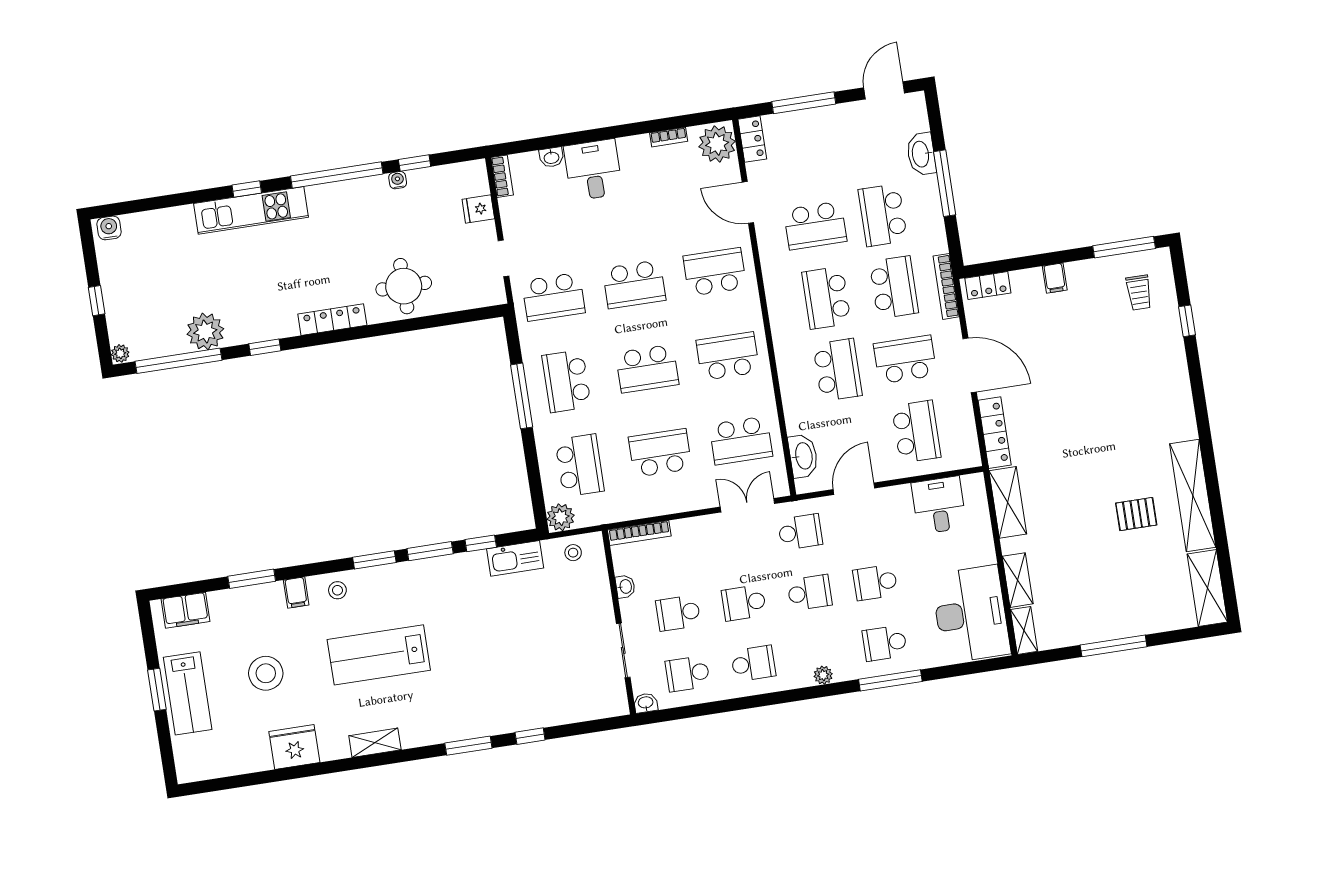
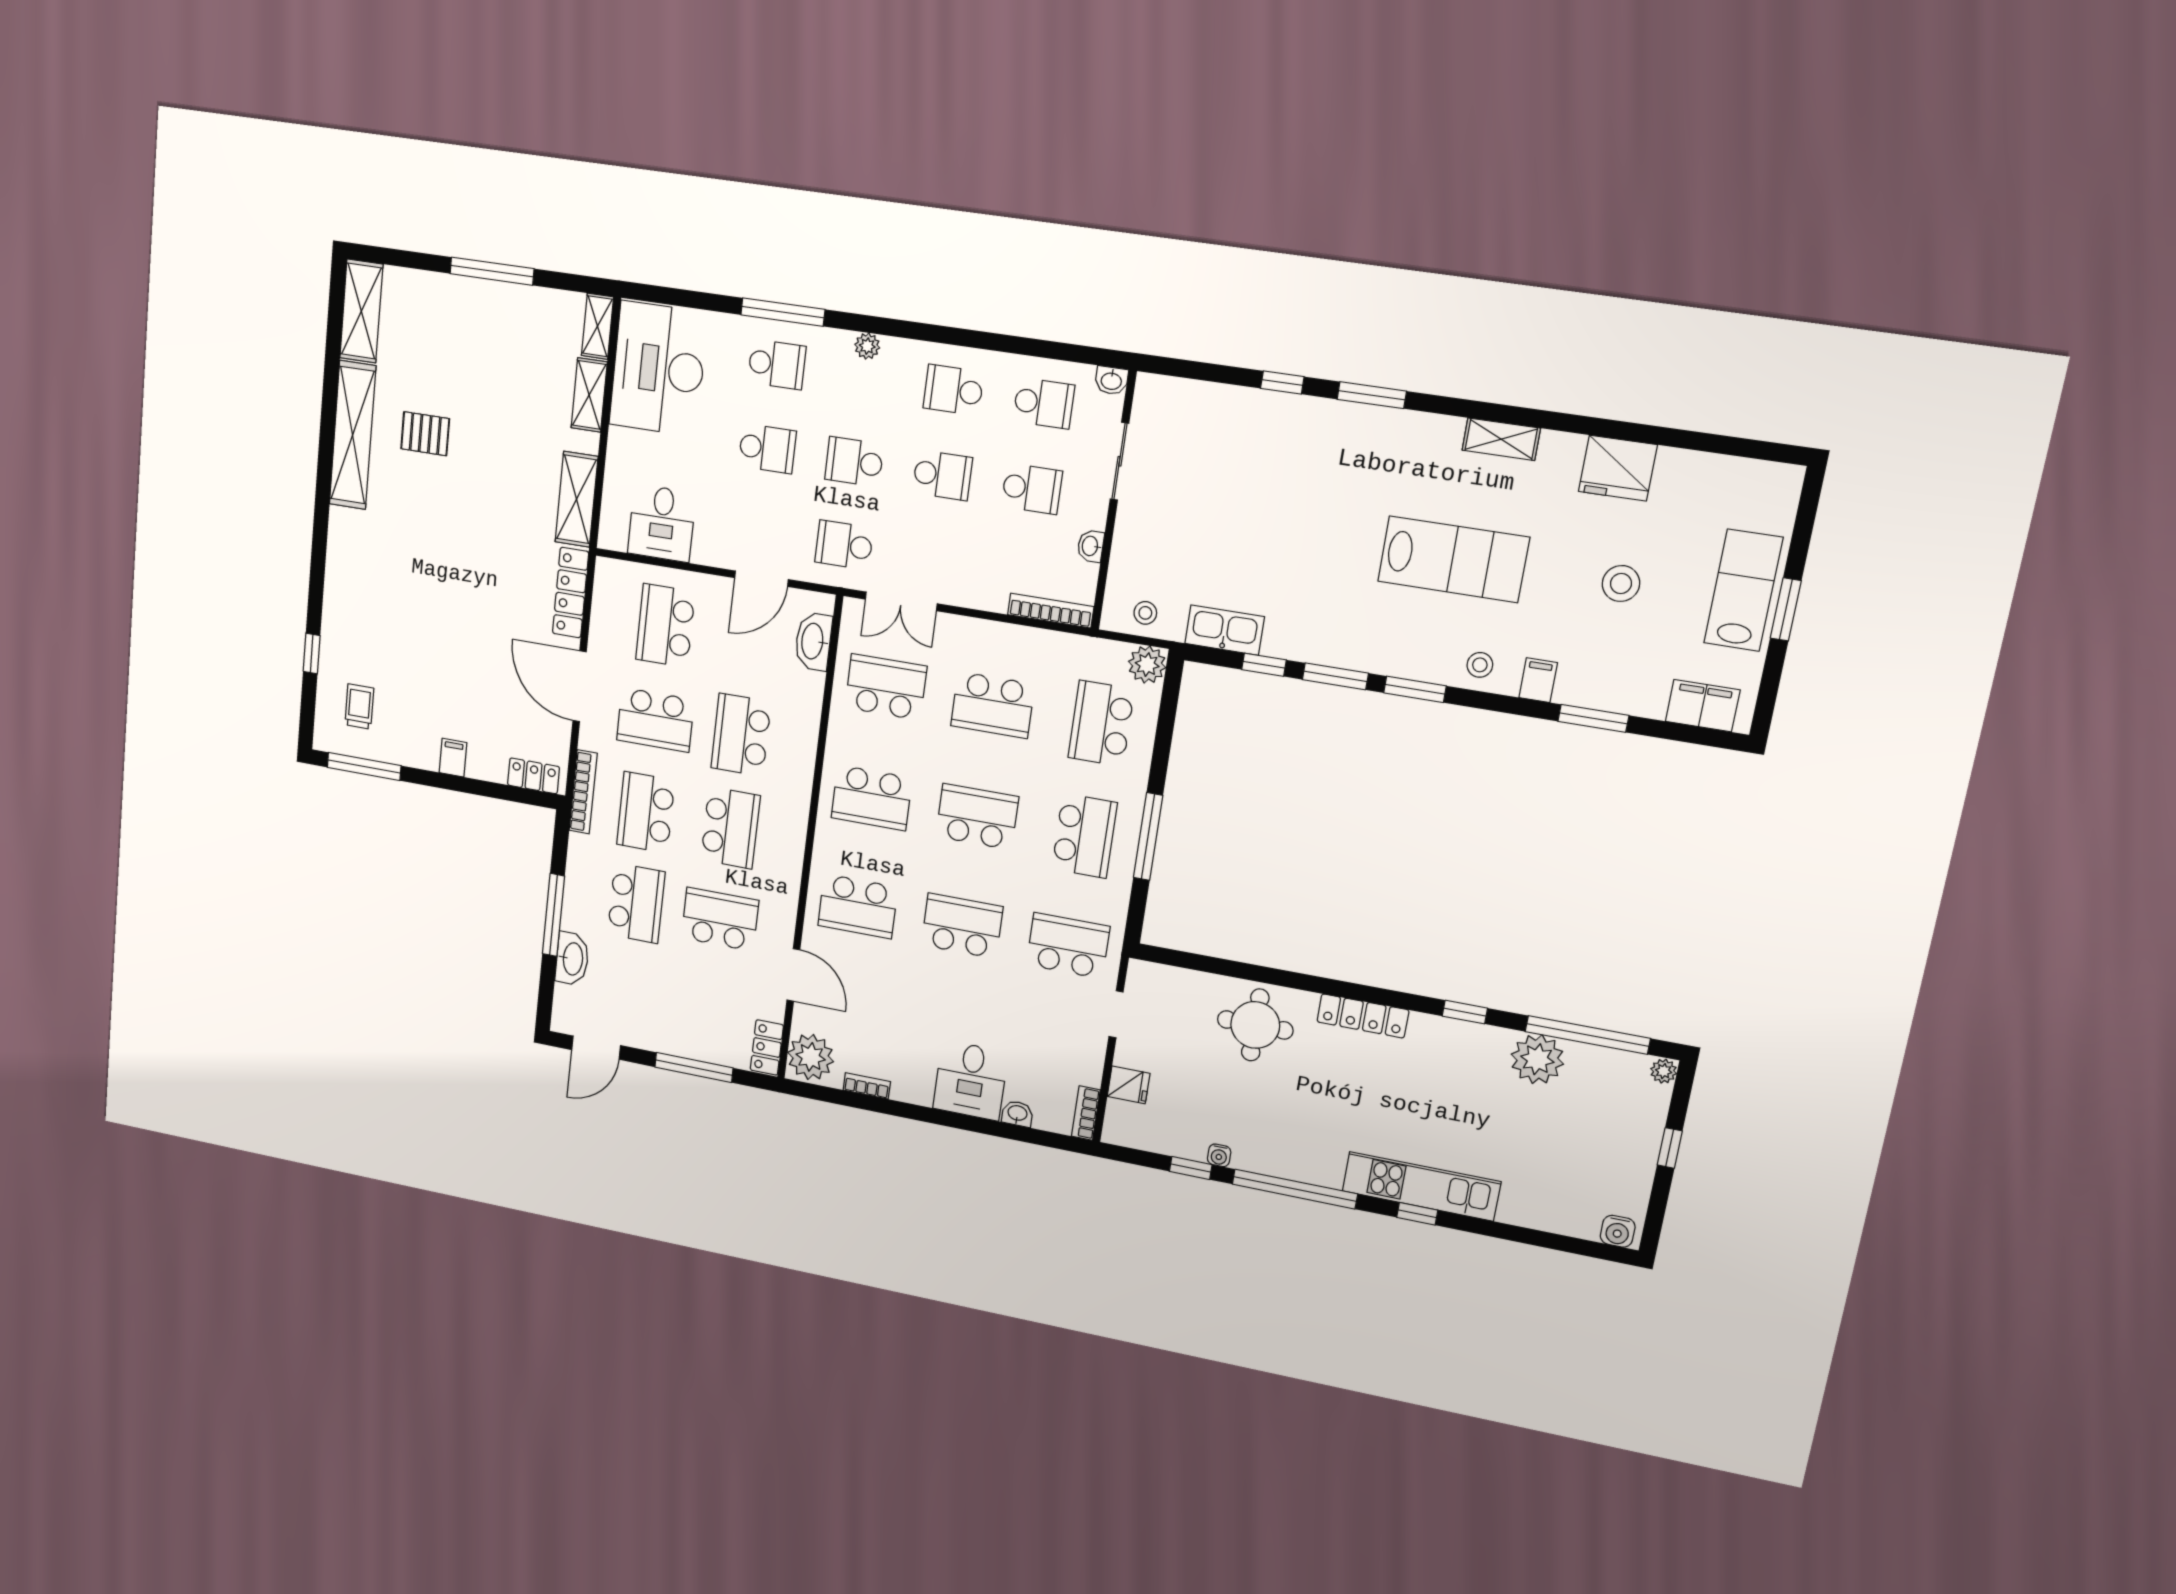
stool: (266, 673) -> (1621, 584), width x0.73, depth x0.73

